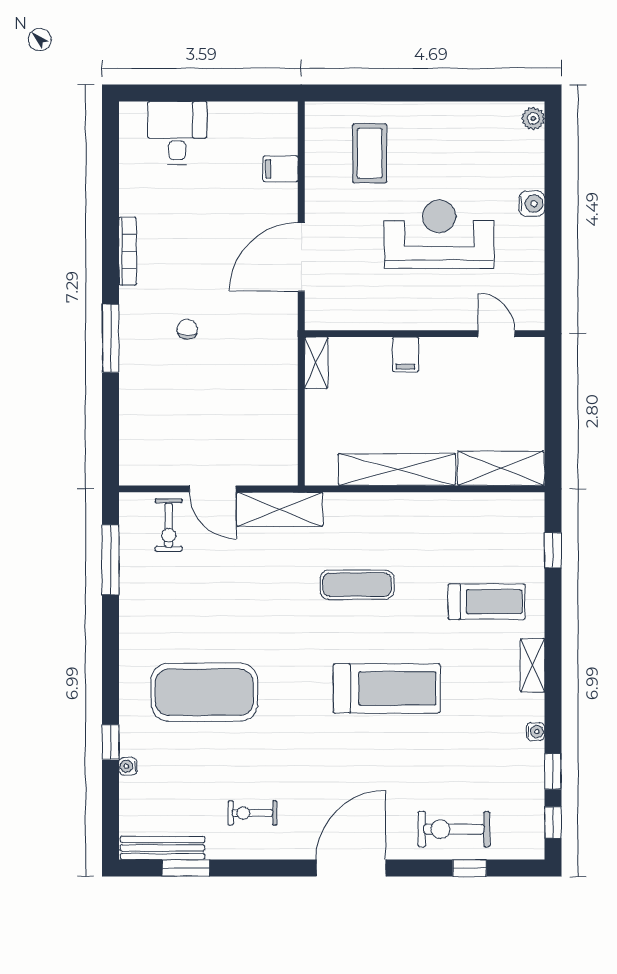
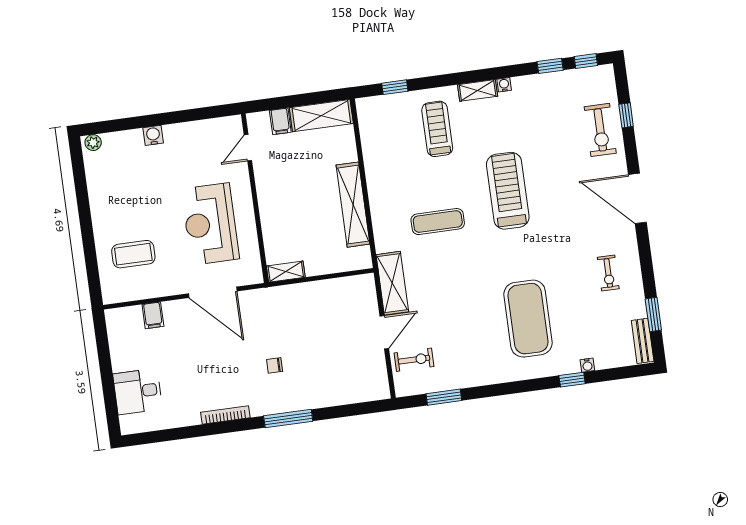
reception desk: (439, 234) -> (210, 224), moved
filing cabinet: (405, 354) -> (280, 121), moved, turned 90
shelving: (501, 468) -> (321, 116), moved, turned 90
window: (111, 560) -> (444, 397), width x0.69
exercise mat: (357, 585) -> (438, 222), turned 90
water cooler: (535, 732) -> (504, 85), moved
bench: (162, 848) -> (643, 341), width x0.73

